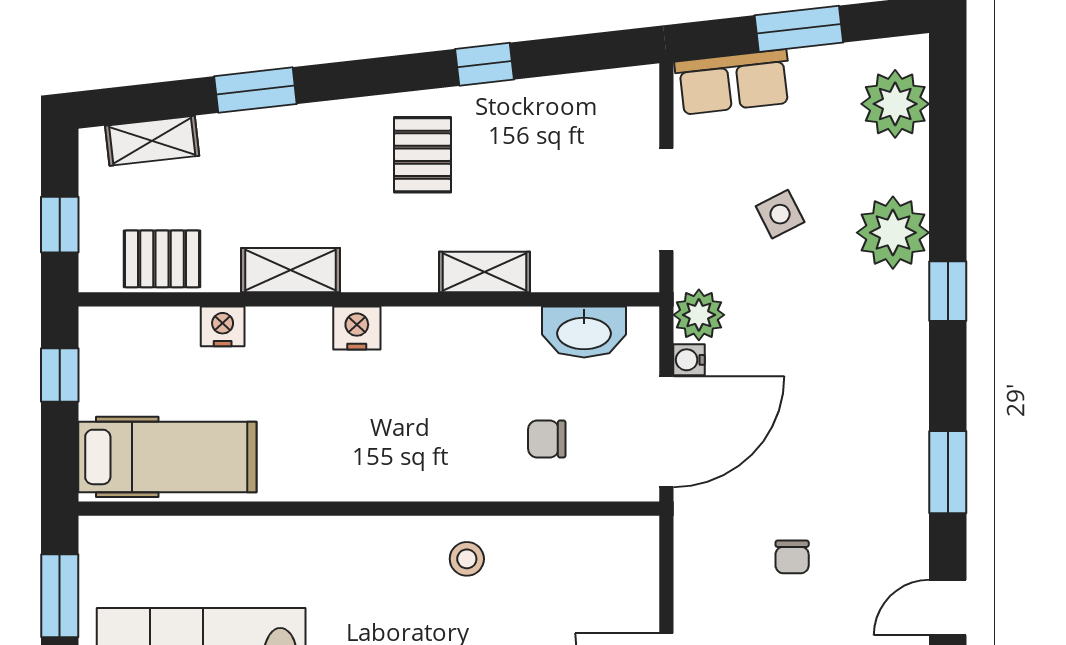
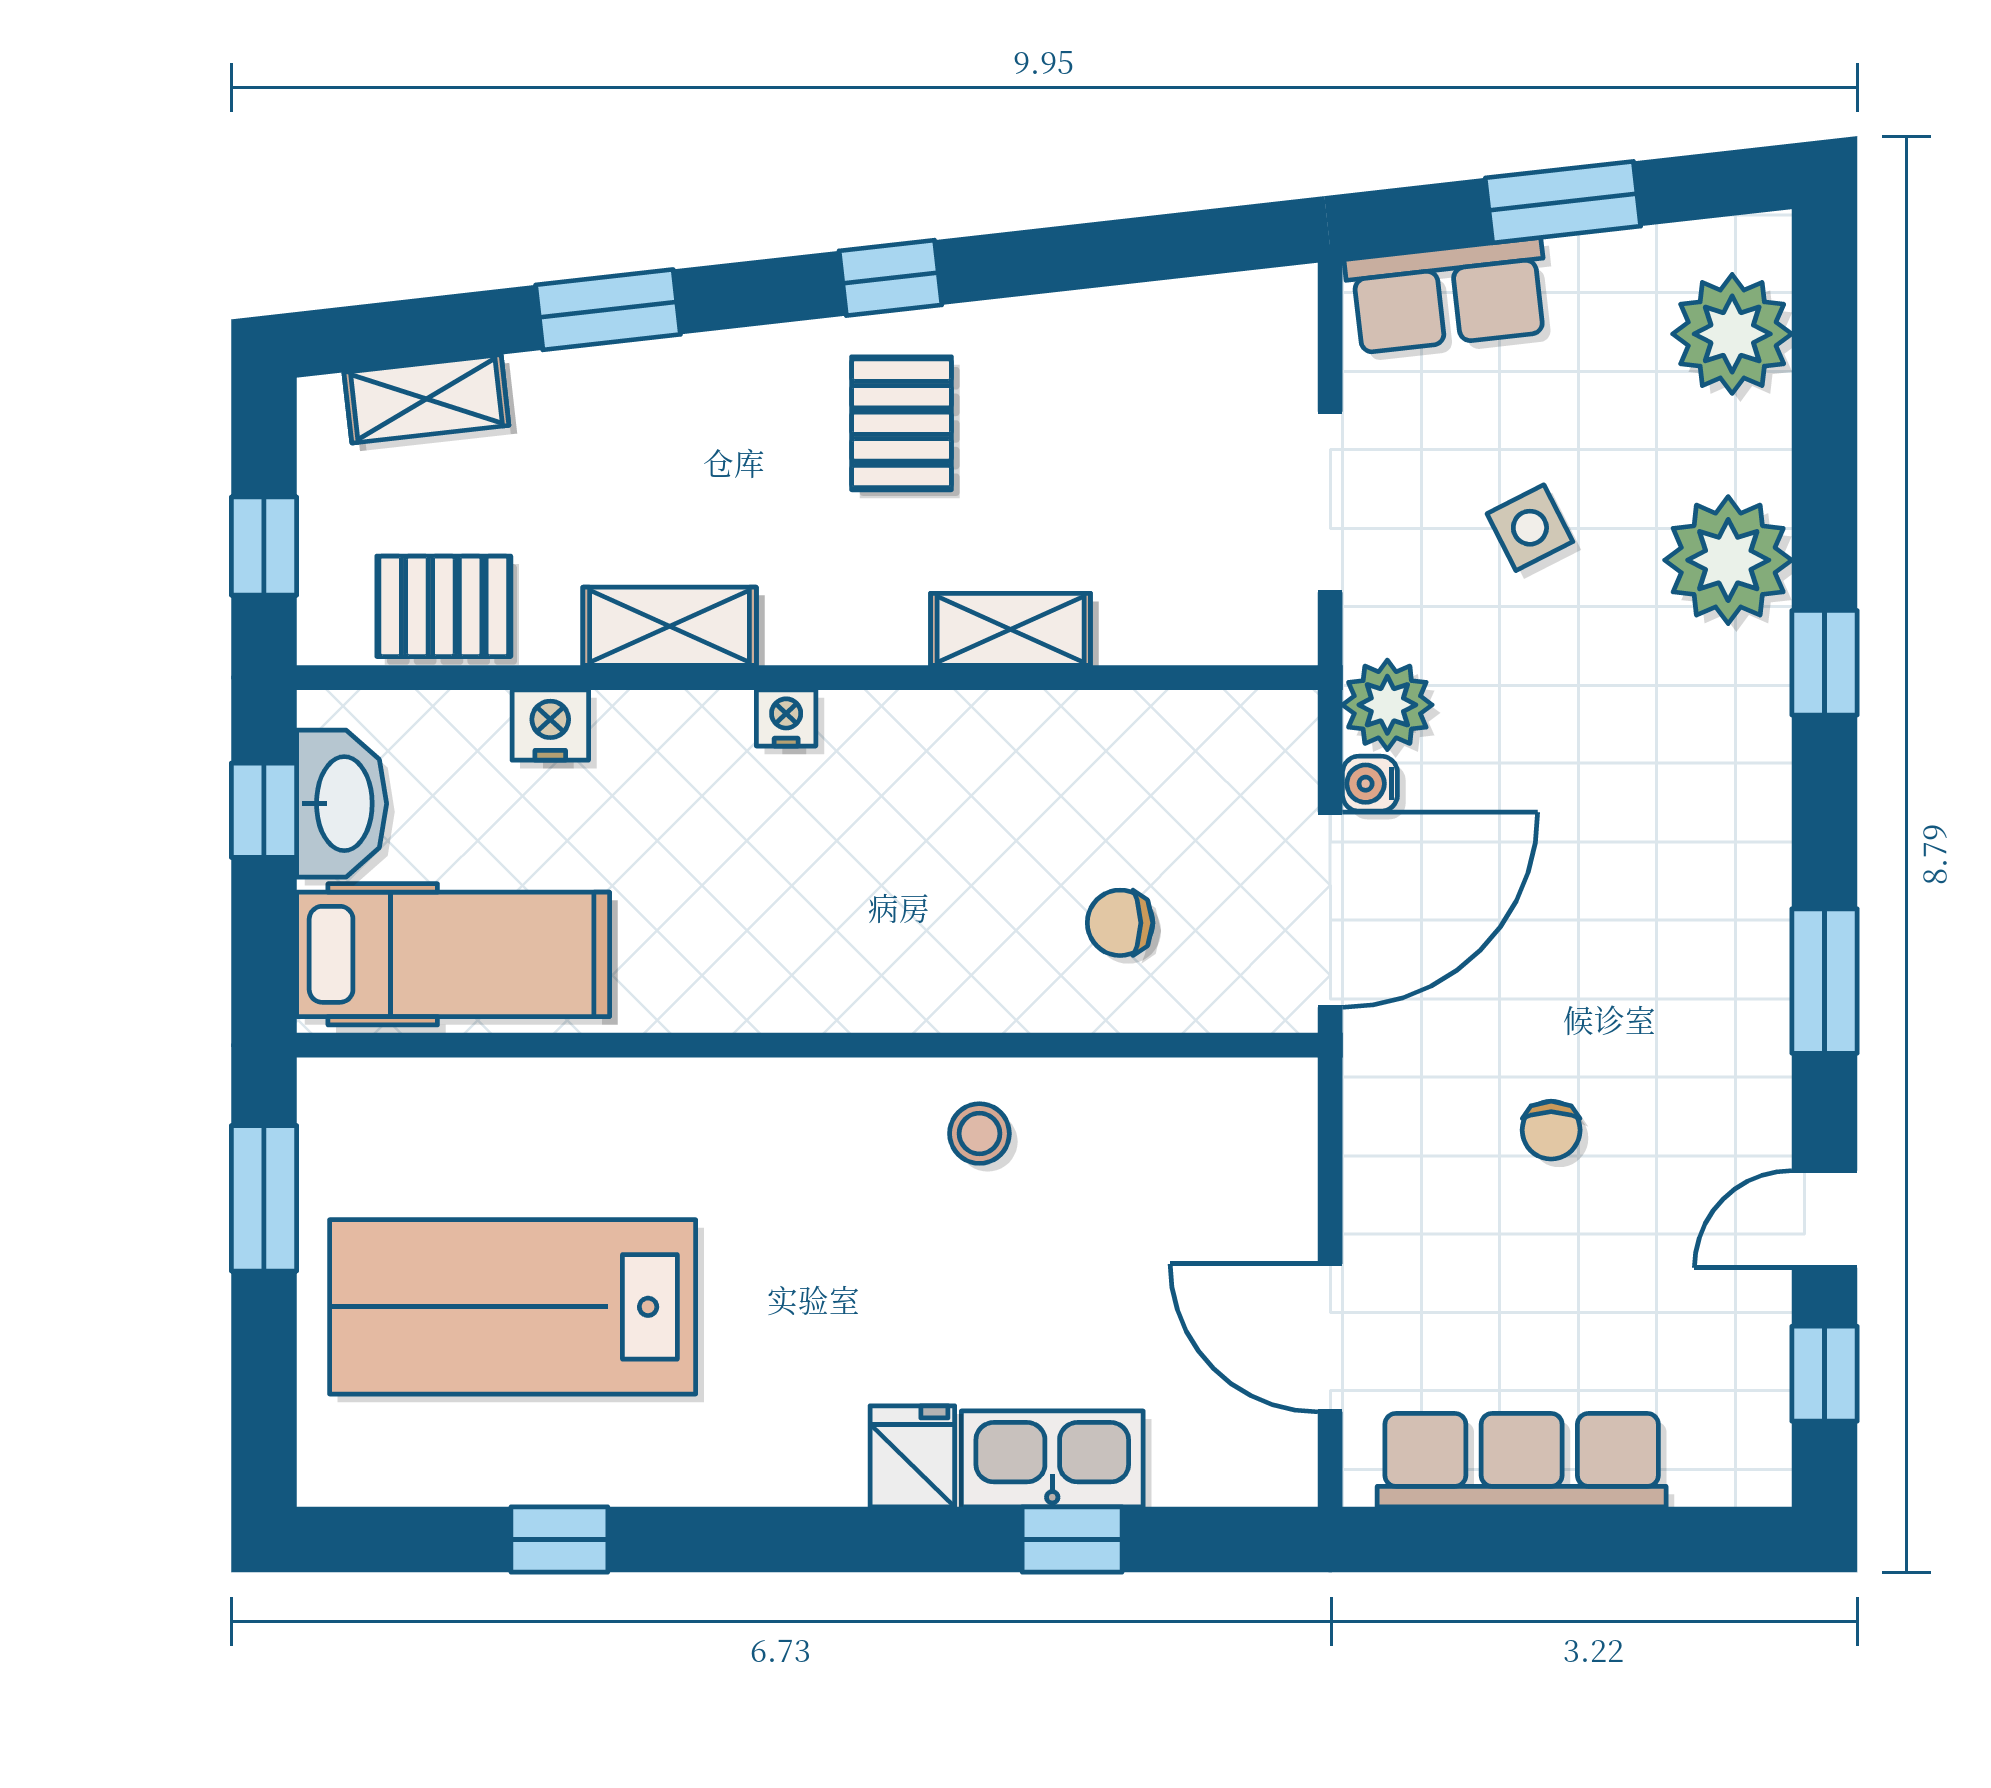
window: (485, 64) -> (890, 278), moved
nightstand: (357, 328) -> (786, 718), width x0.72, depth x0.74
washbasin: (584, 332) -> (342, 804), moved, turned -90

